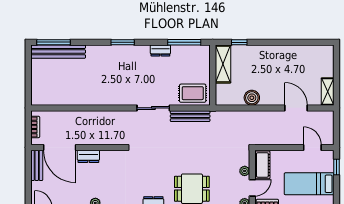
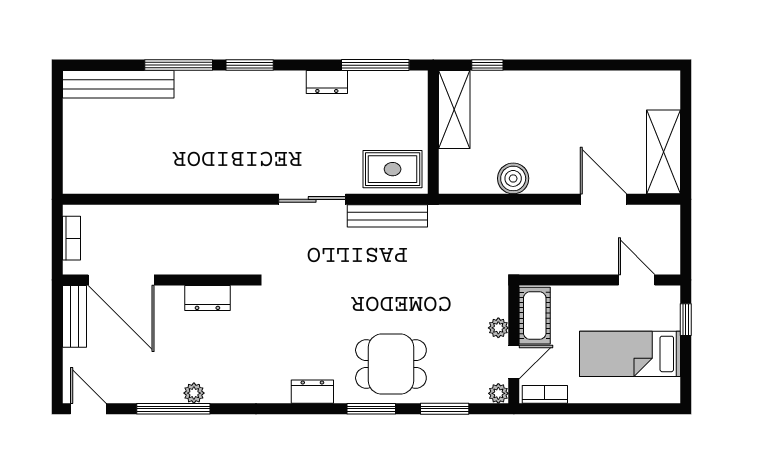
window: (54, 42) -> (179, 65), moved
shelving: (328, 92) -> (664, 152), width x1.50, depth x1.33
dresser: (88, 156) -> (207, 298), moved

